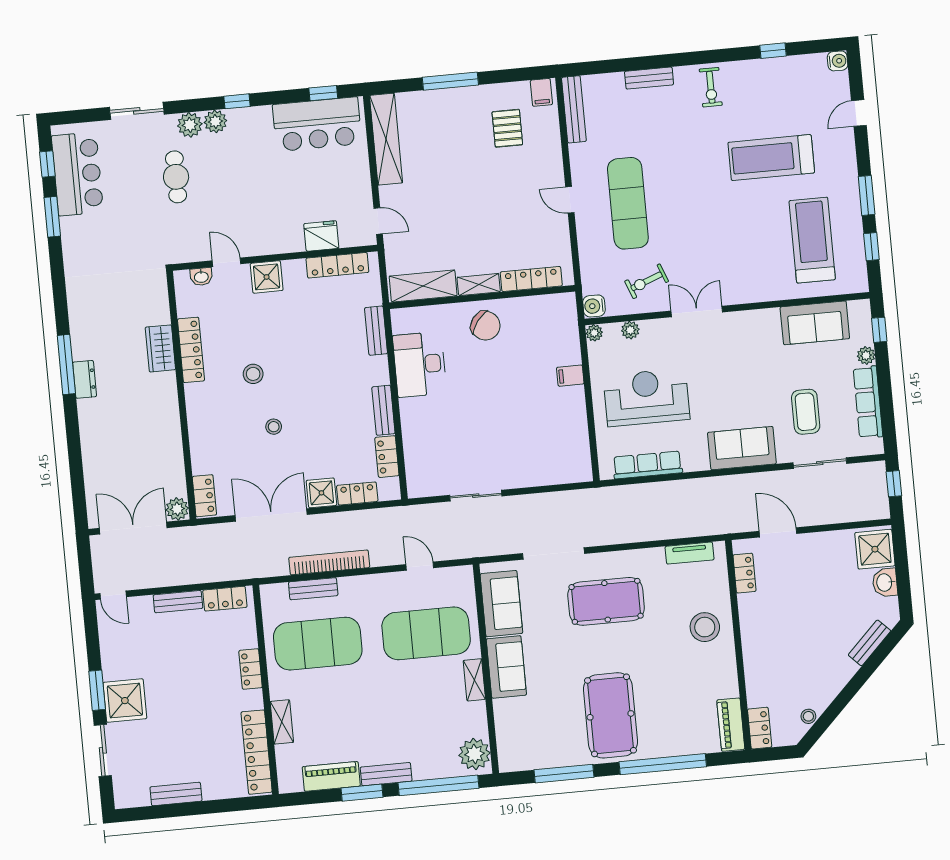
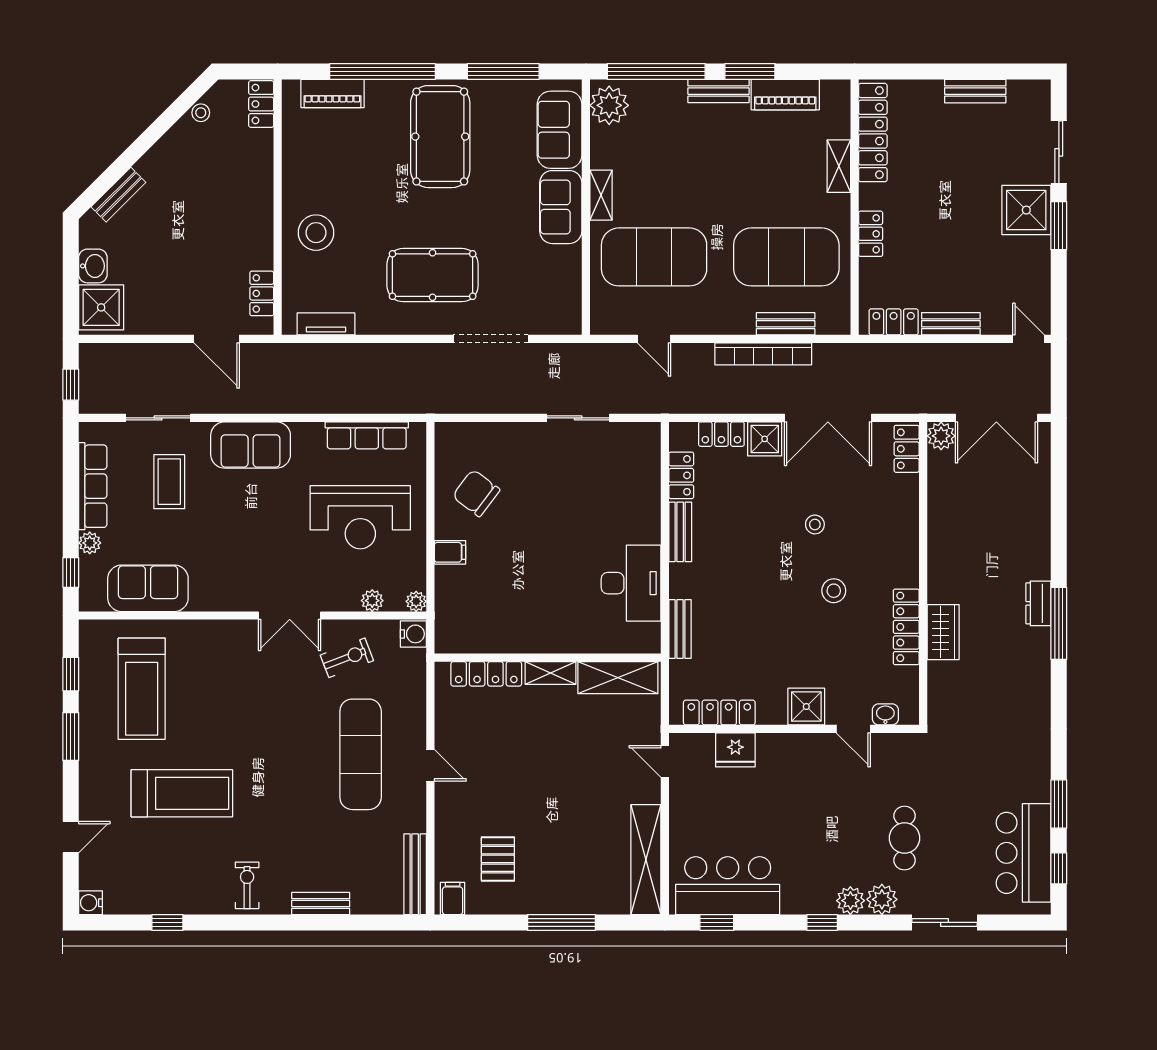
chair: (485, 326) -> (476, 493), moved
sofa: (501, 604) -> (560, 130), moved
piano: (731, 725) -> (332, 93), moved, turned 90

